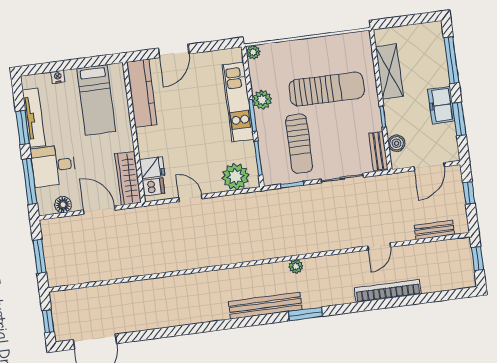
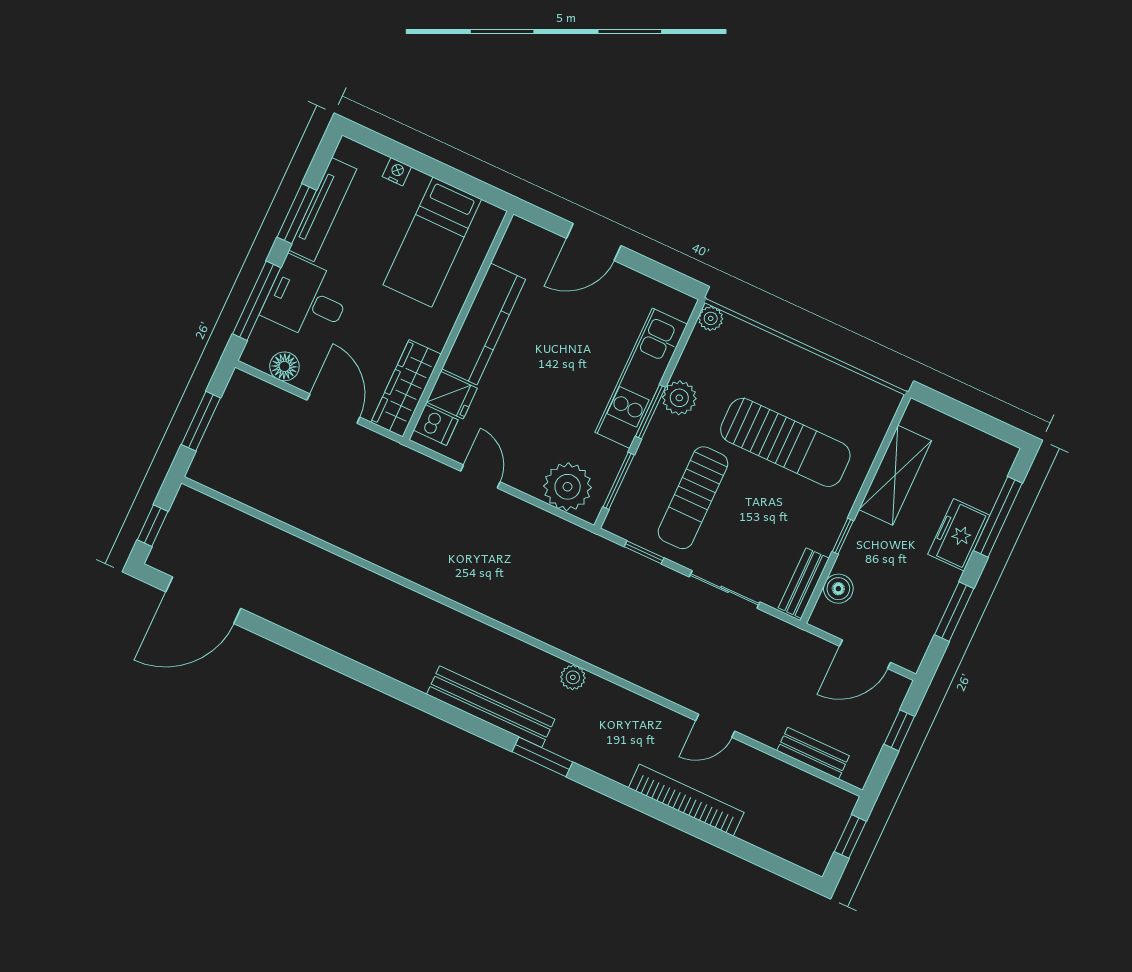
kitchen counter: (142, 93) -> (484, 324), moved
freezer: (441, 105) -> (959, 535), moved

